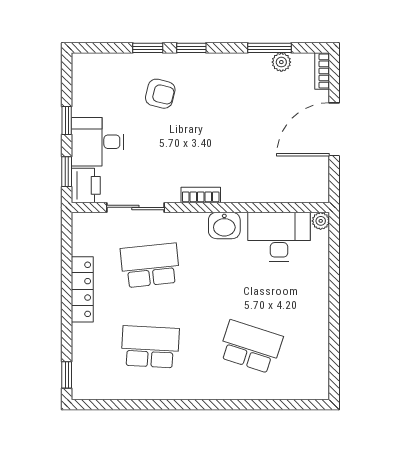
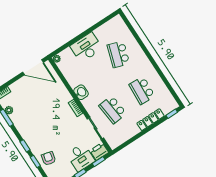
armchair: (160, 94) -> (49, 158), moved
door: (334, 129) -> (33, 67), moved
desk: (279, 237) -> (86, 47), moved, turned 90
locker: (82, 289) -> (151, 120), moved

